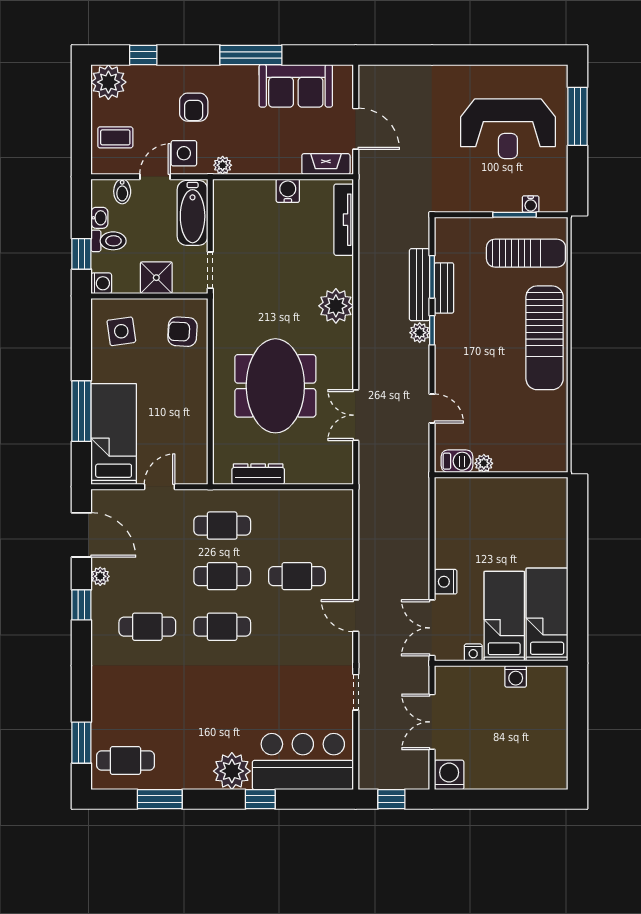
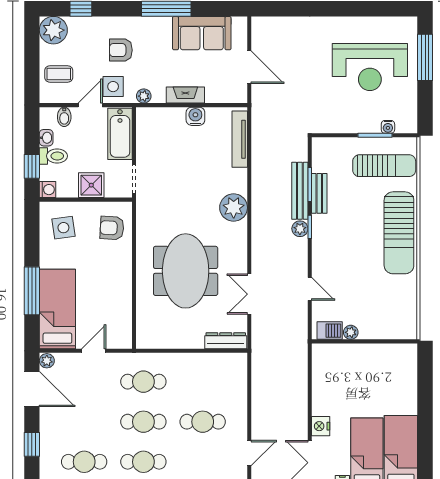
armchair: (194, 107) -> (121, 50), turned 90
fireplace: (326, 164) -> (185, 95), moved
dresser: (258, 474) -> (226, 341), moved
plant: (100, 576) -> (47, 361), moved
door: (356, 616) -> (249, 453), swing flipped

